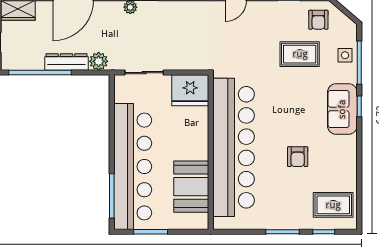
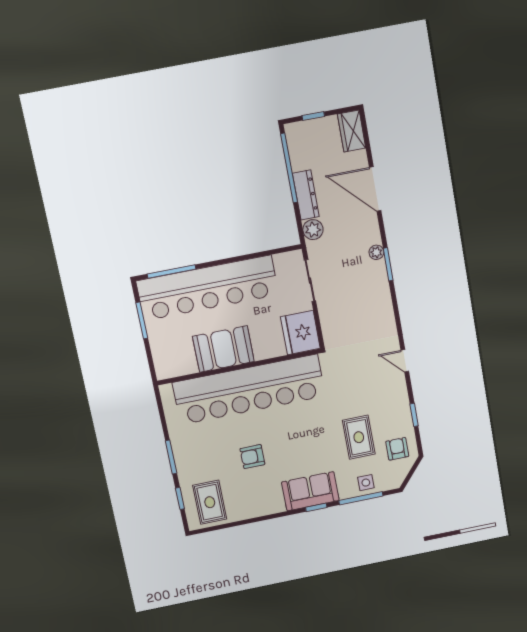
armchair: (318, 20) -> (397, 449), turned 90
booth: (191, 187) -> (223, 349), moved

